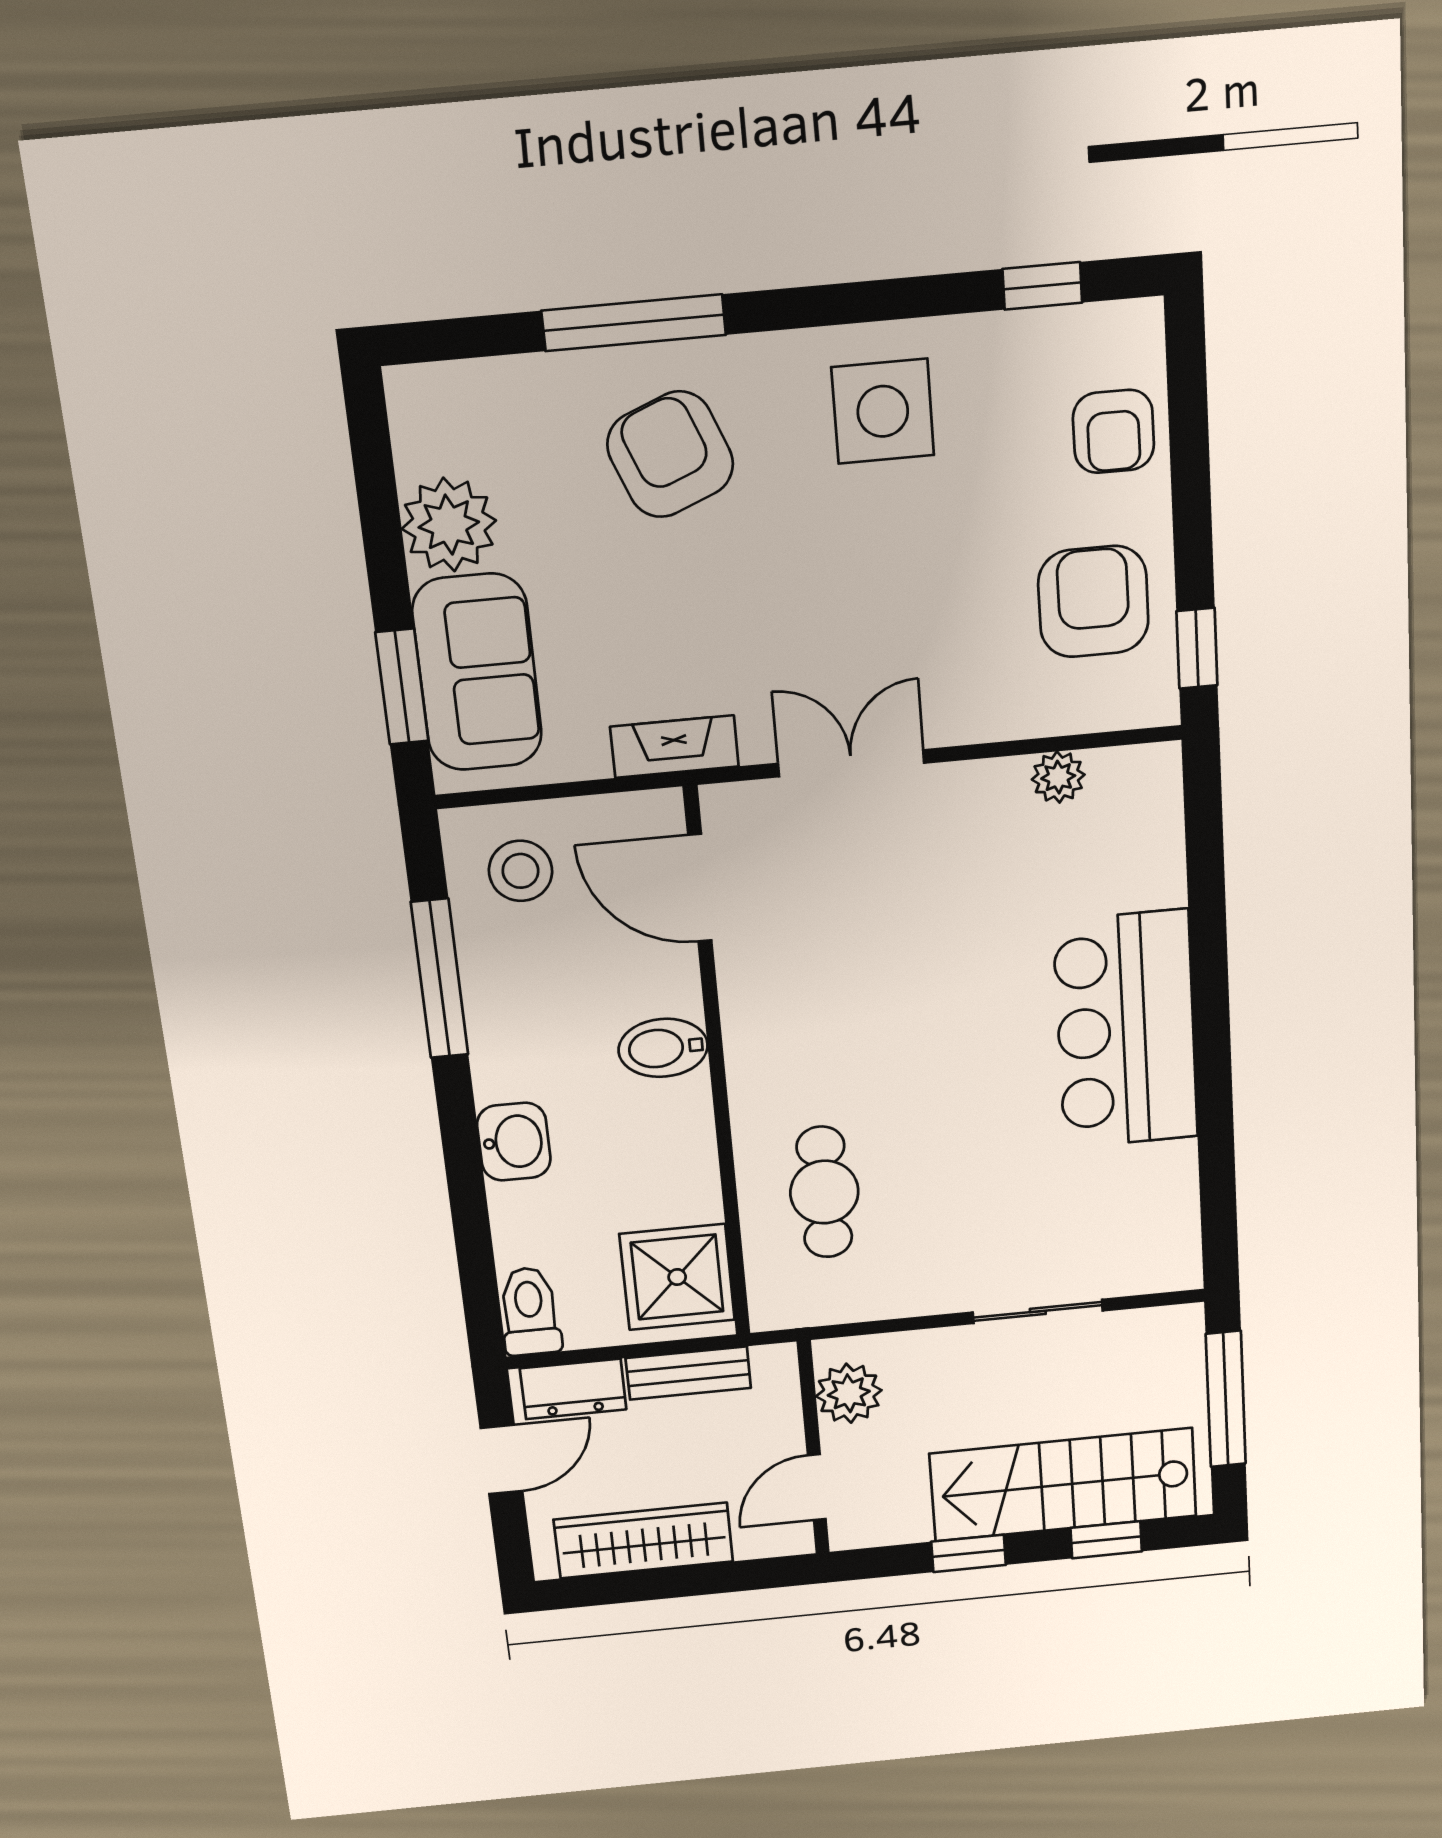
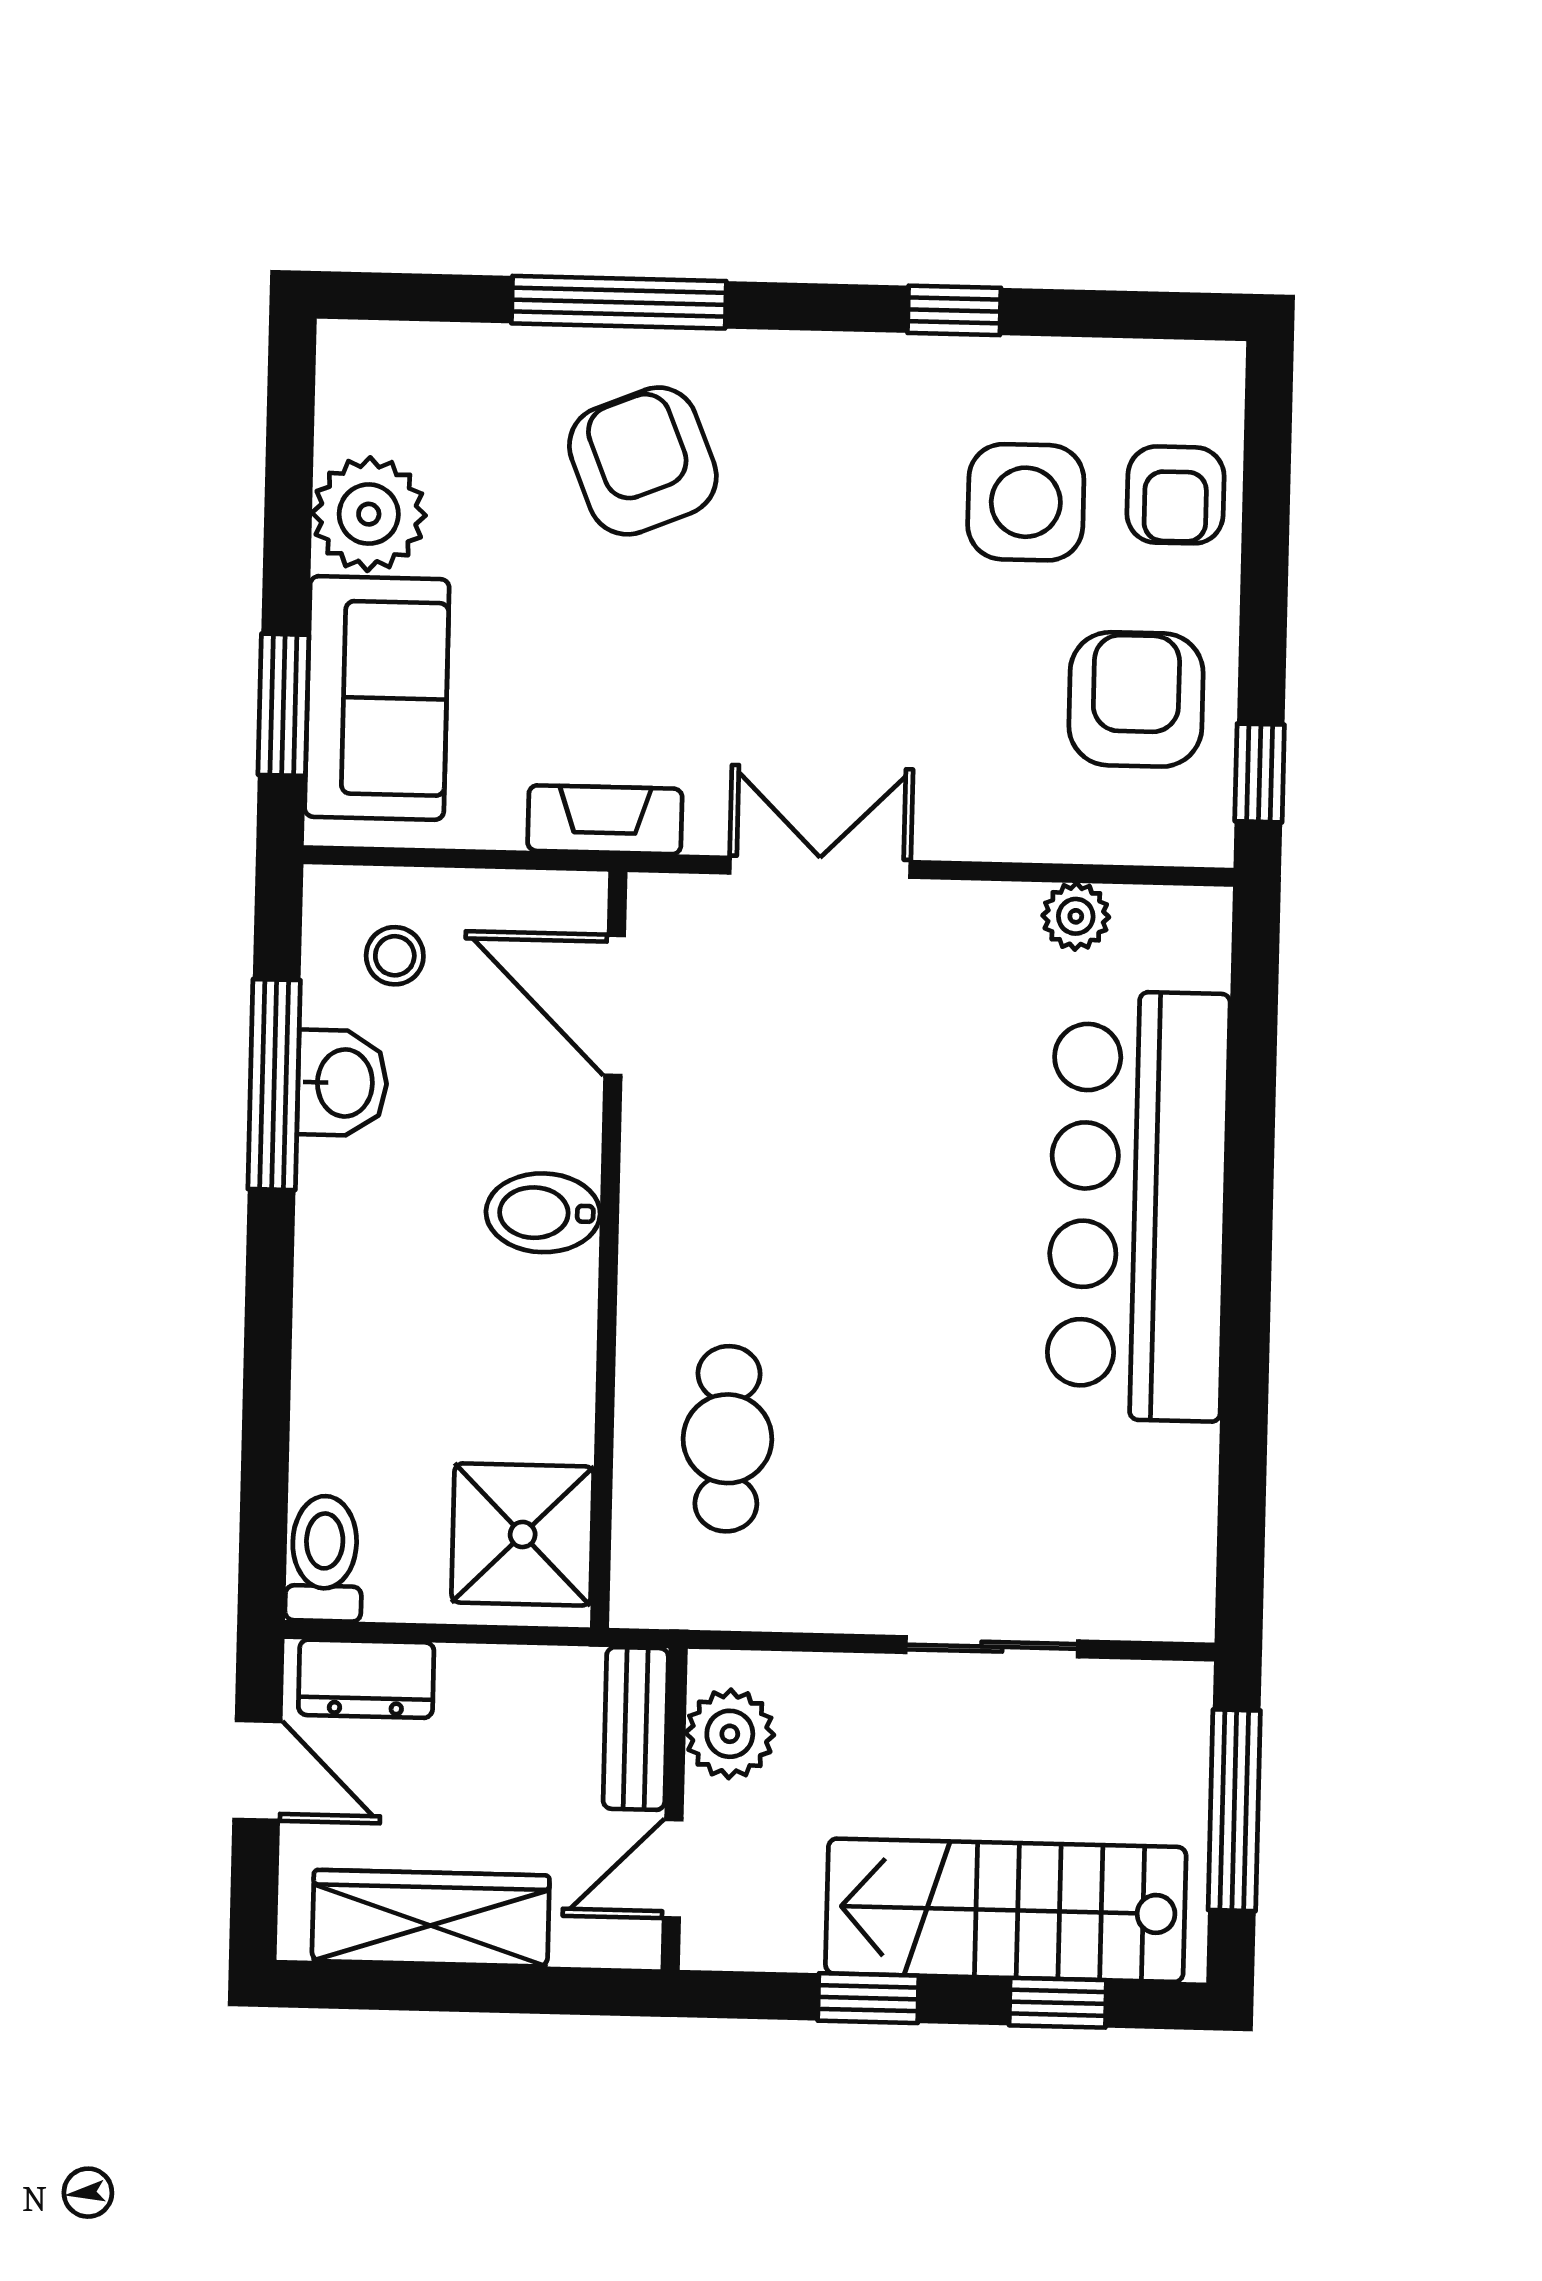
window: (1042, 286) -> (954, 310), moved
side table: (883, 411) -> (1026, 502), moved
stool: (521, 871) -> (395, 956), width x0.73, depth x0.73
bar counter: (1126, 1030) -> (1138, 1206), width x1.36
washbasin: (514, 1142) -> (342, 1083), moved
bench: (688, 1373) -> (636, 1728), moved, turned 90
door: (502, 1460) -> (257, 1770), hinge flipped

